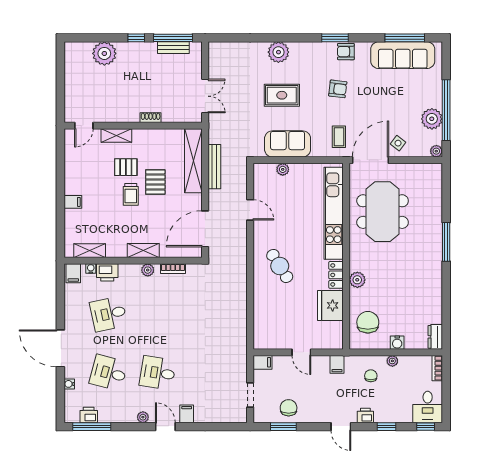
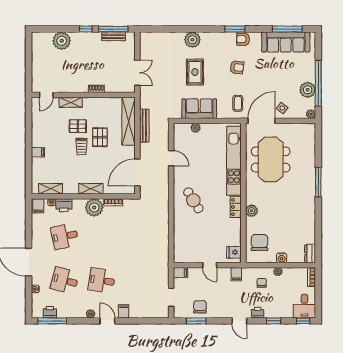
rug: (282, 95) -> (195, 72), turned 90
plant: (148, 270) -> (94, 207), width x1.88, depth x1.88
fridge: (330, 305) -> (234, 252), moved, width x0.53, depth x0.75

